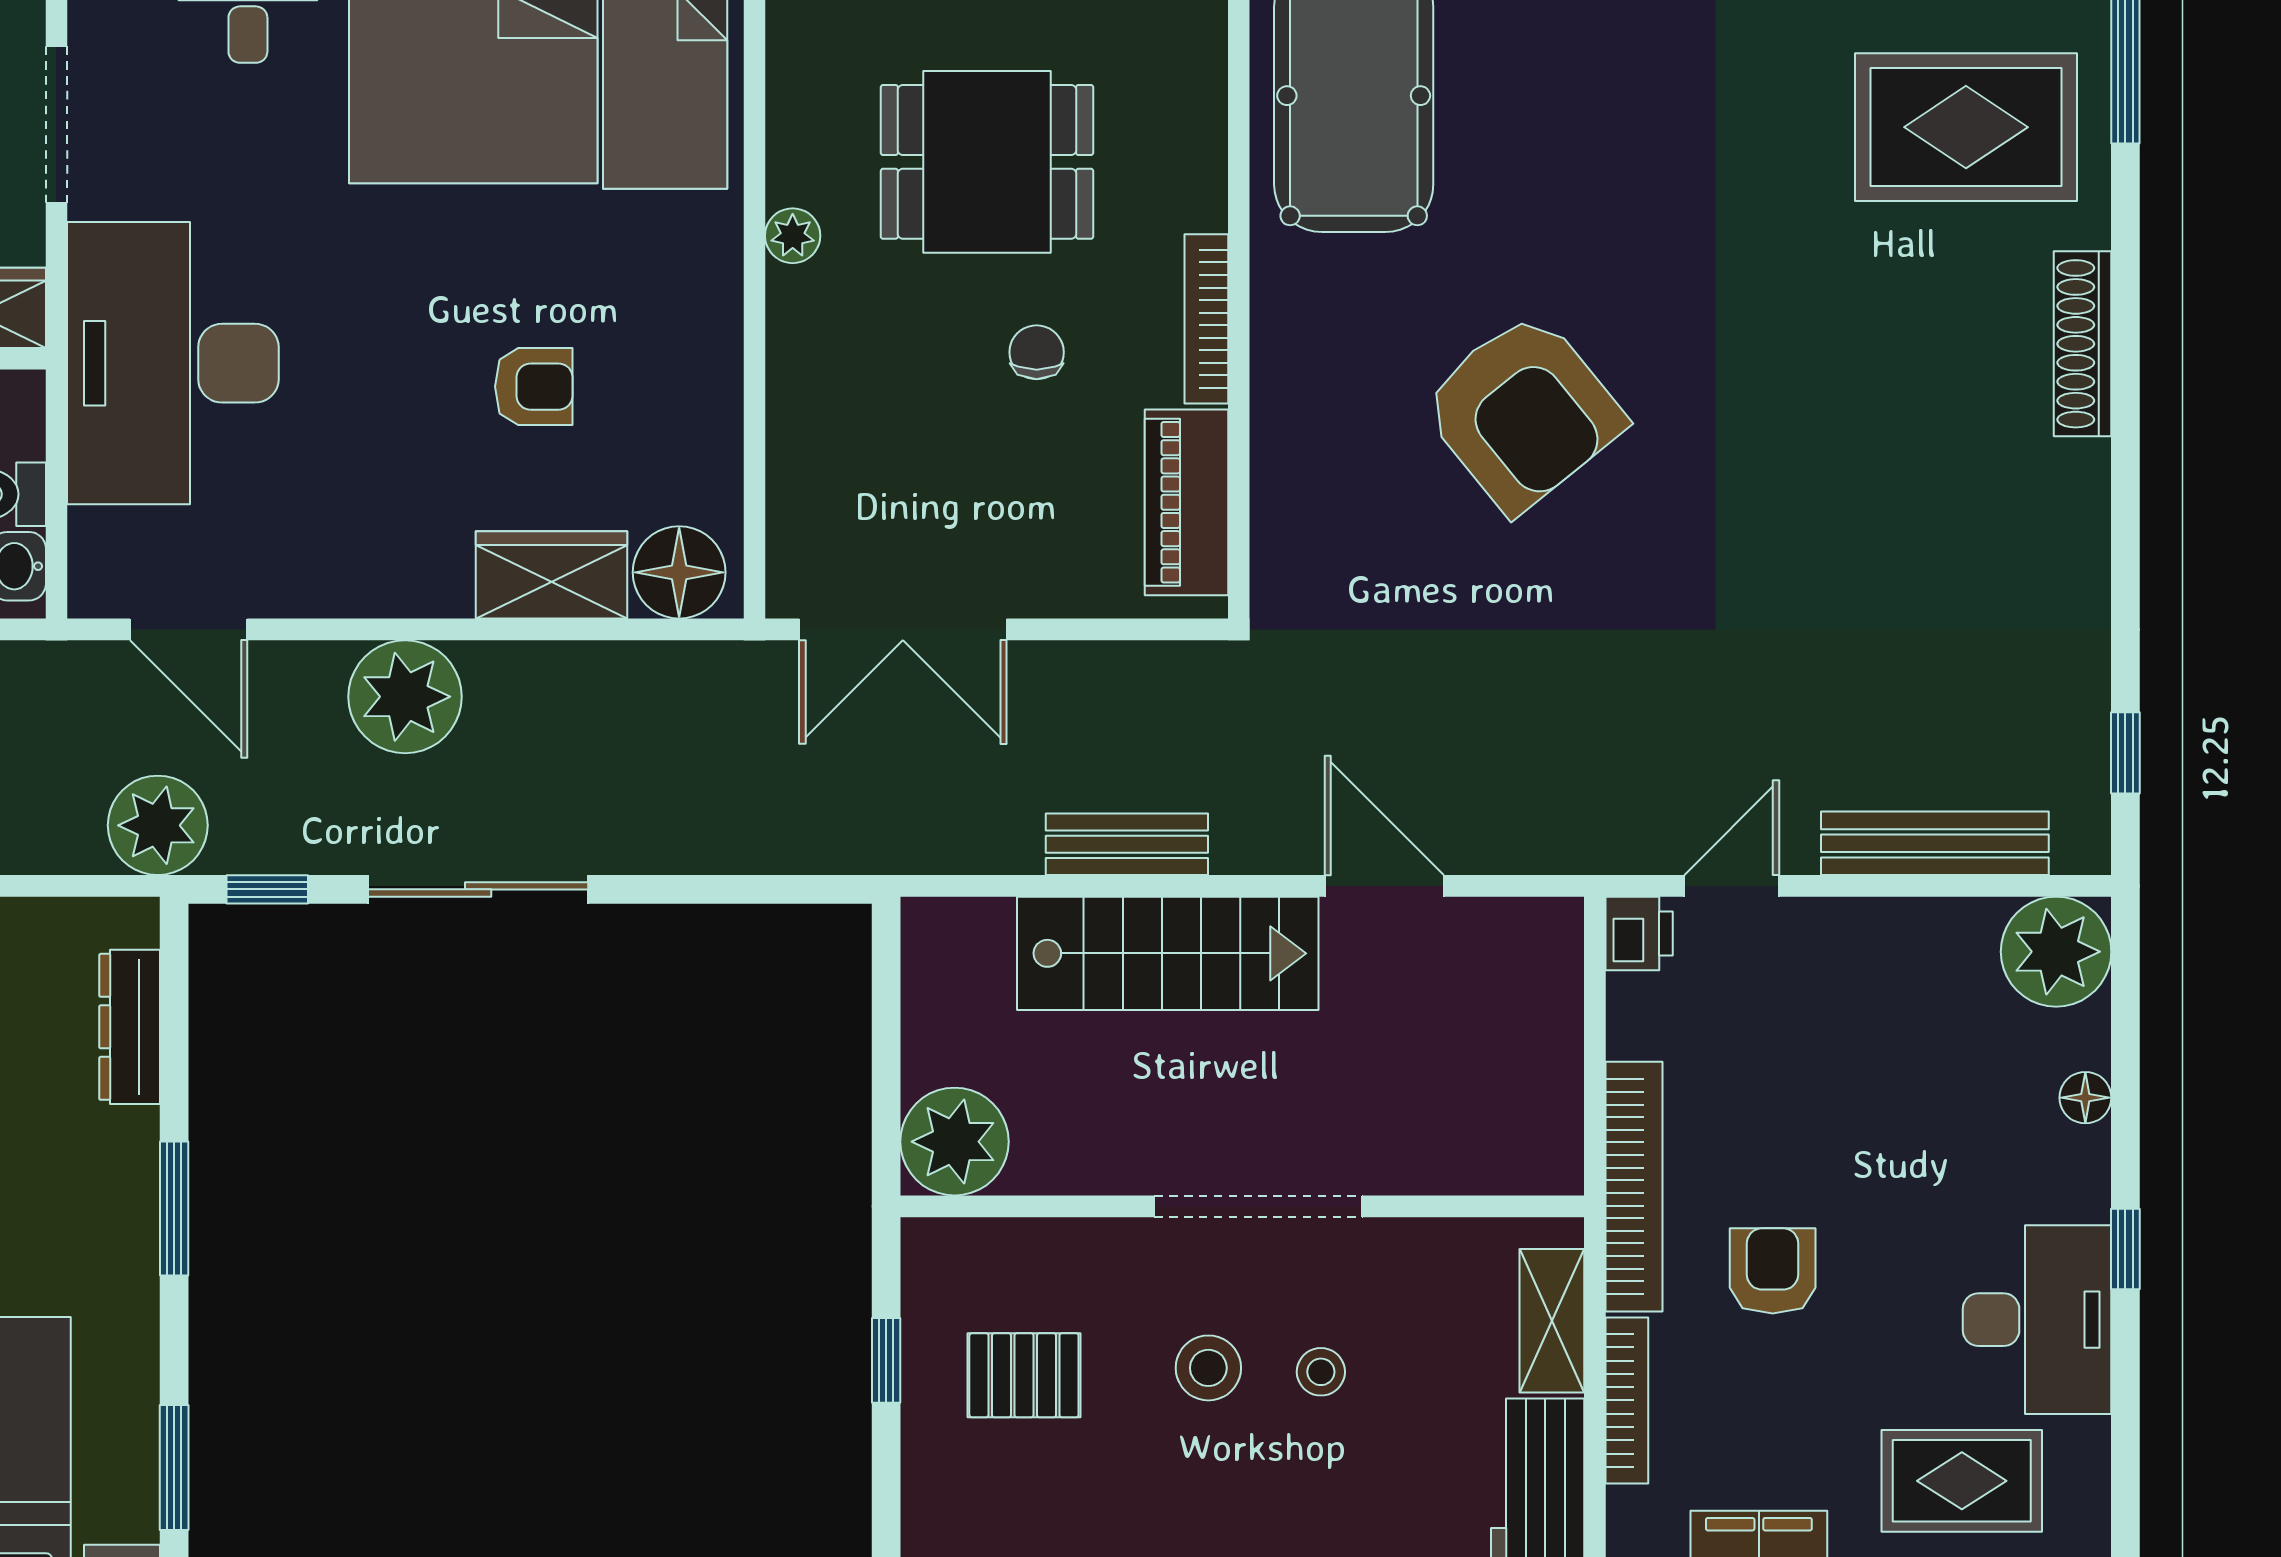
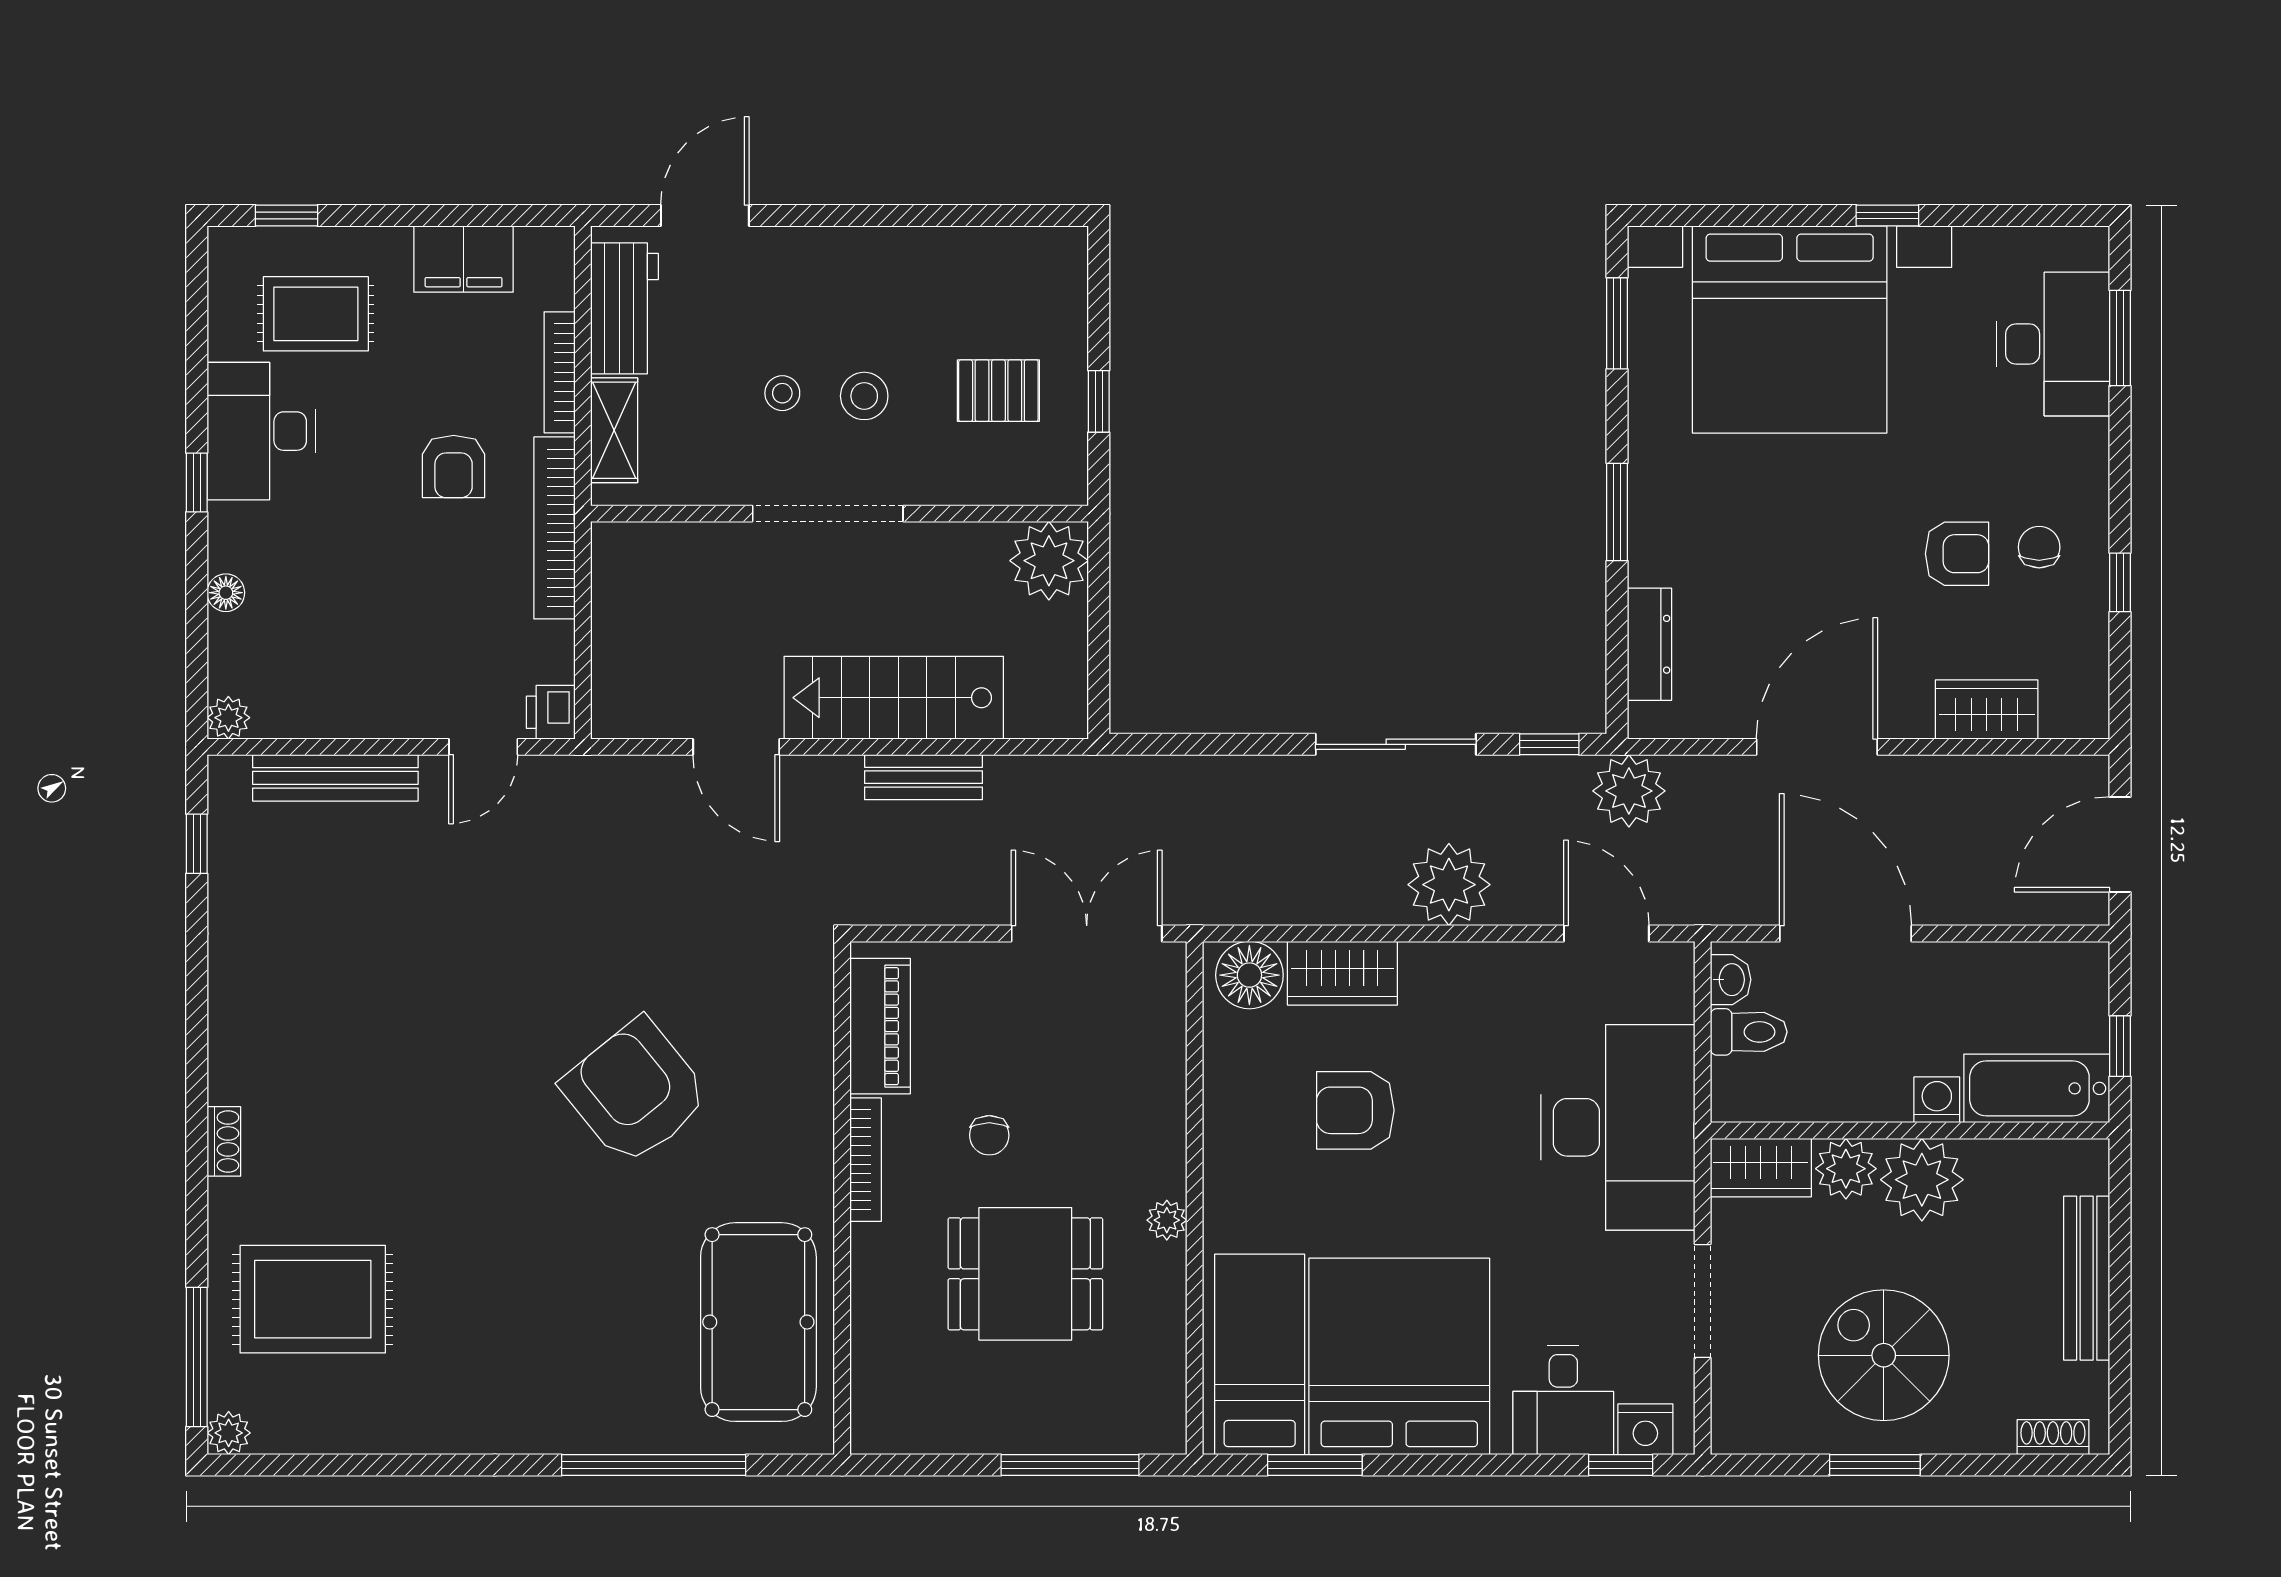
shoe rack: (2083, 344) -> (224, 1141), width x0.51, depth x0.81
armchair: (534, 387) -> (1355, 1110), width x1.38, depth x1.38
plant: (2056, 952) -> (228, 718), width x0.53, depth x0.53

